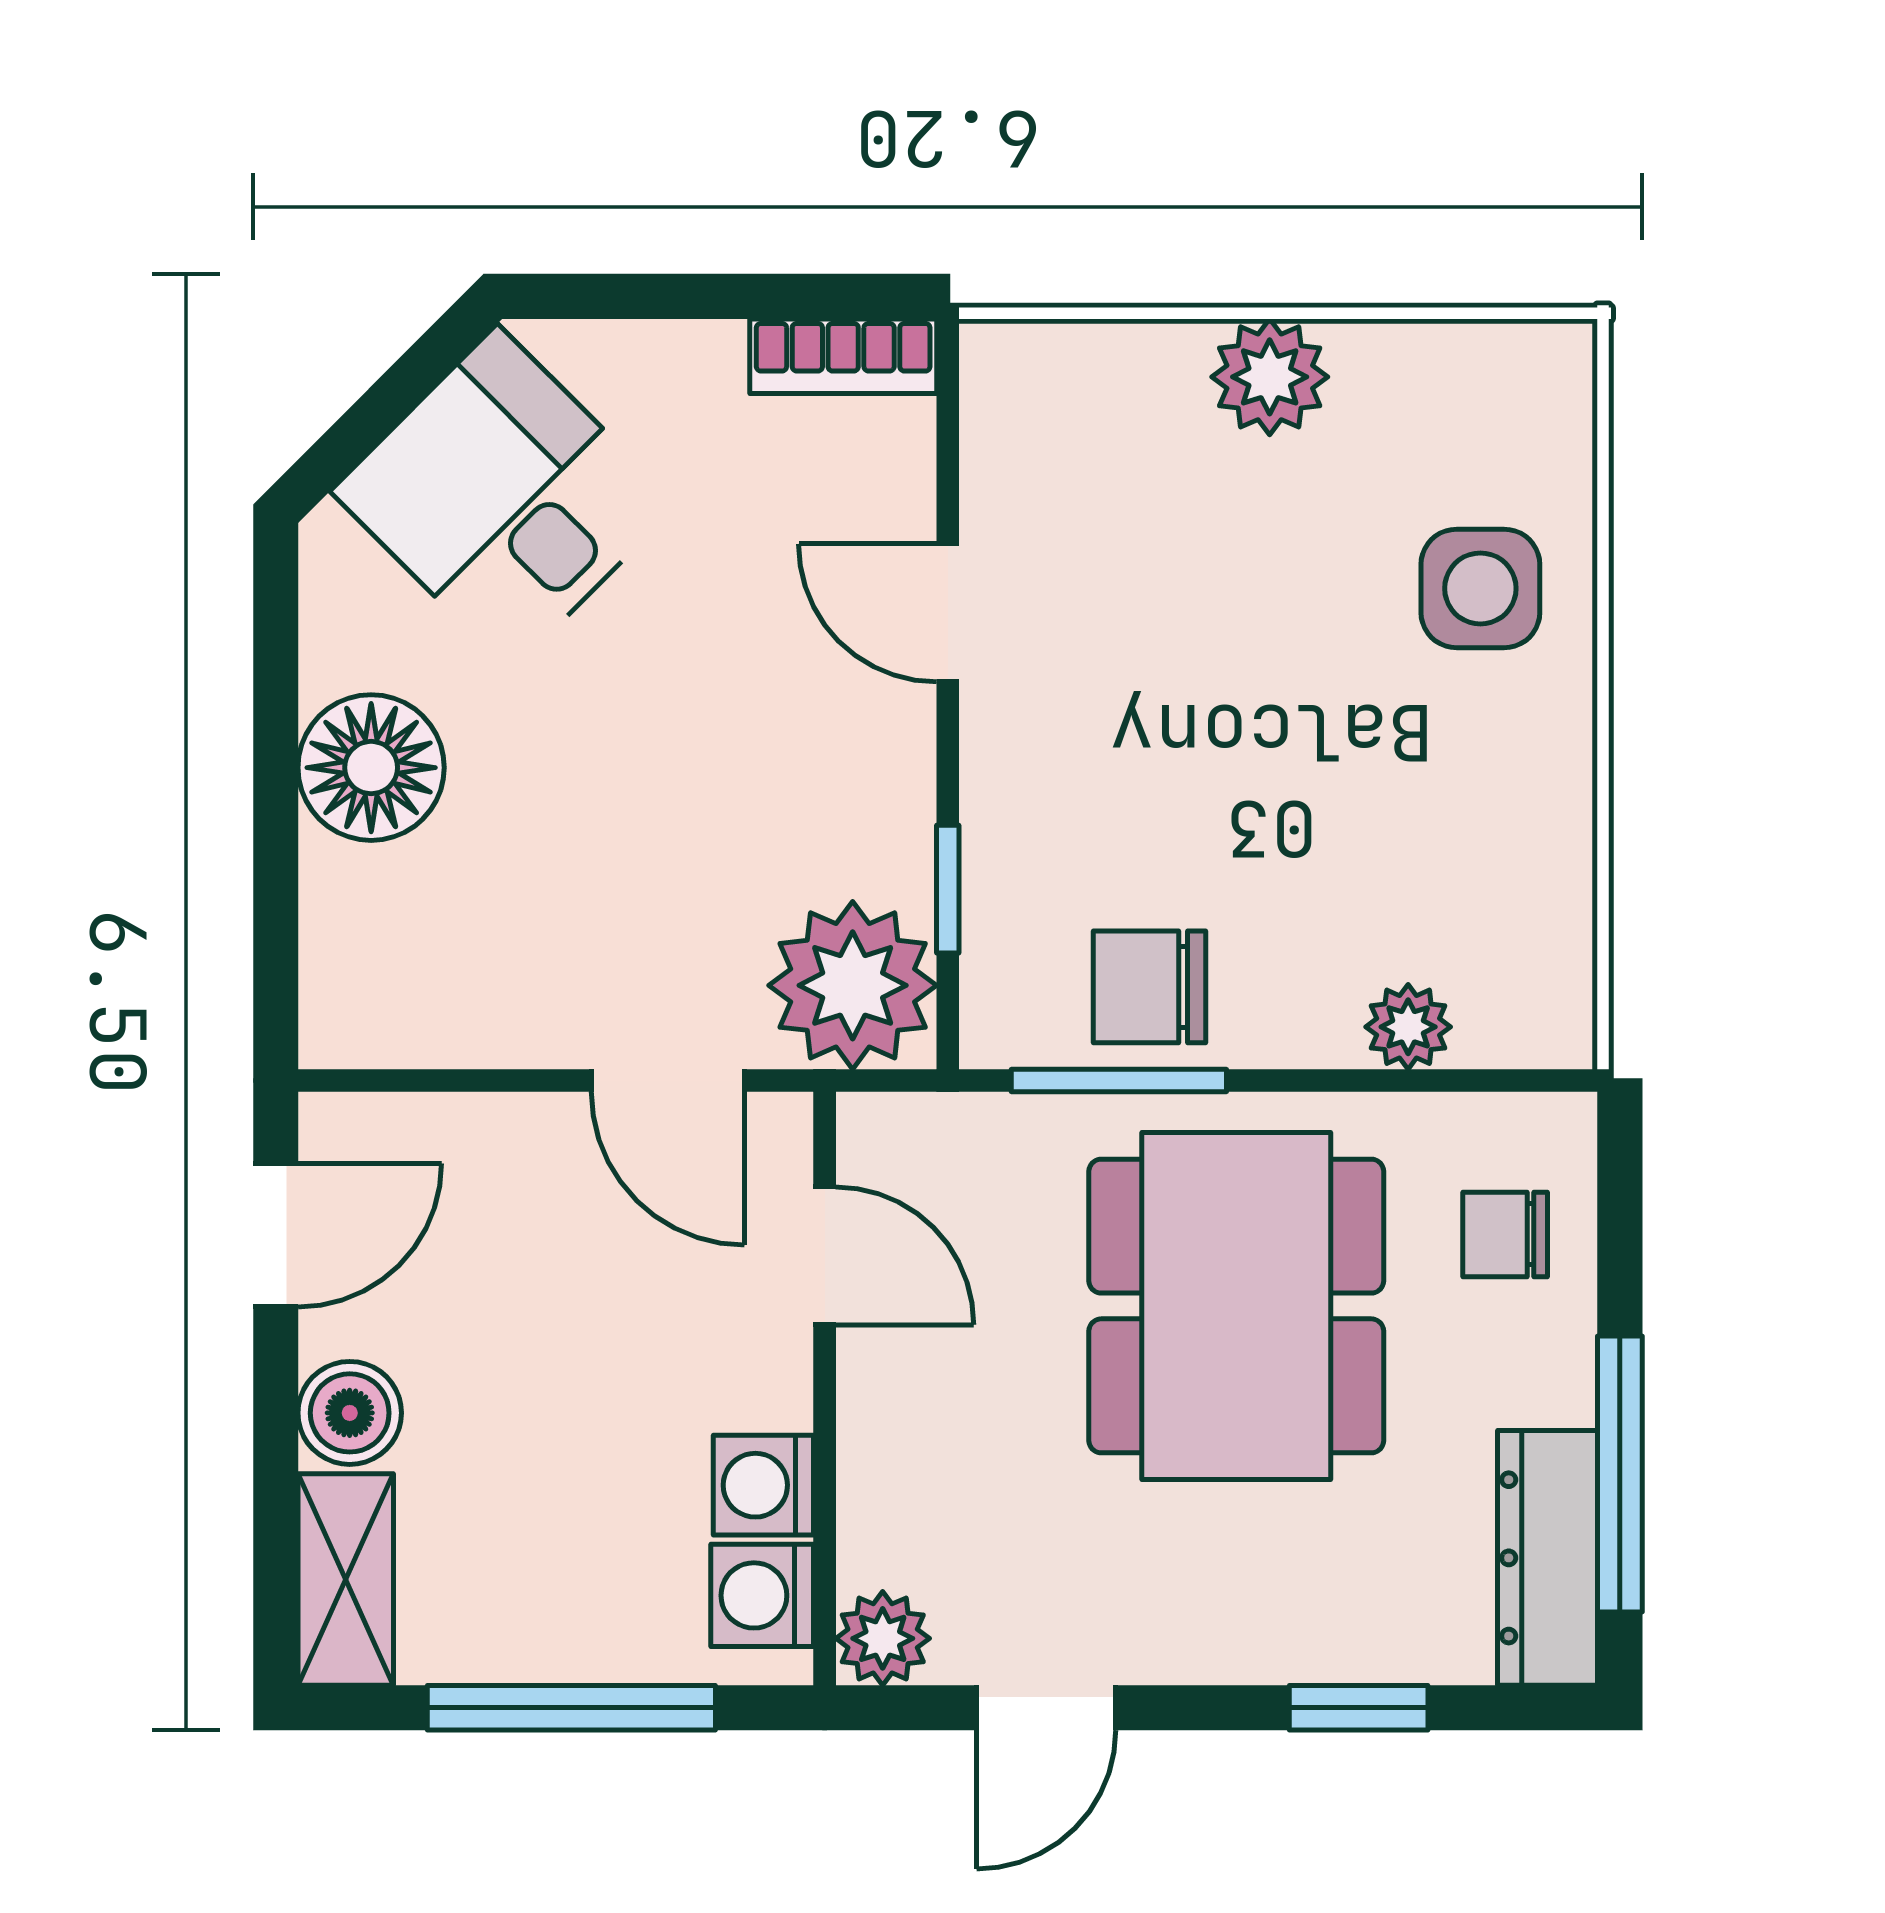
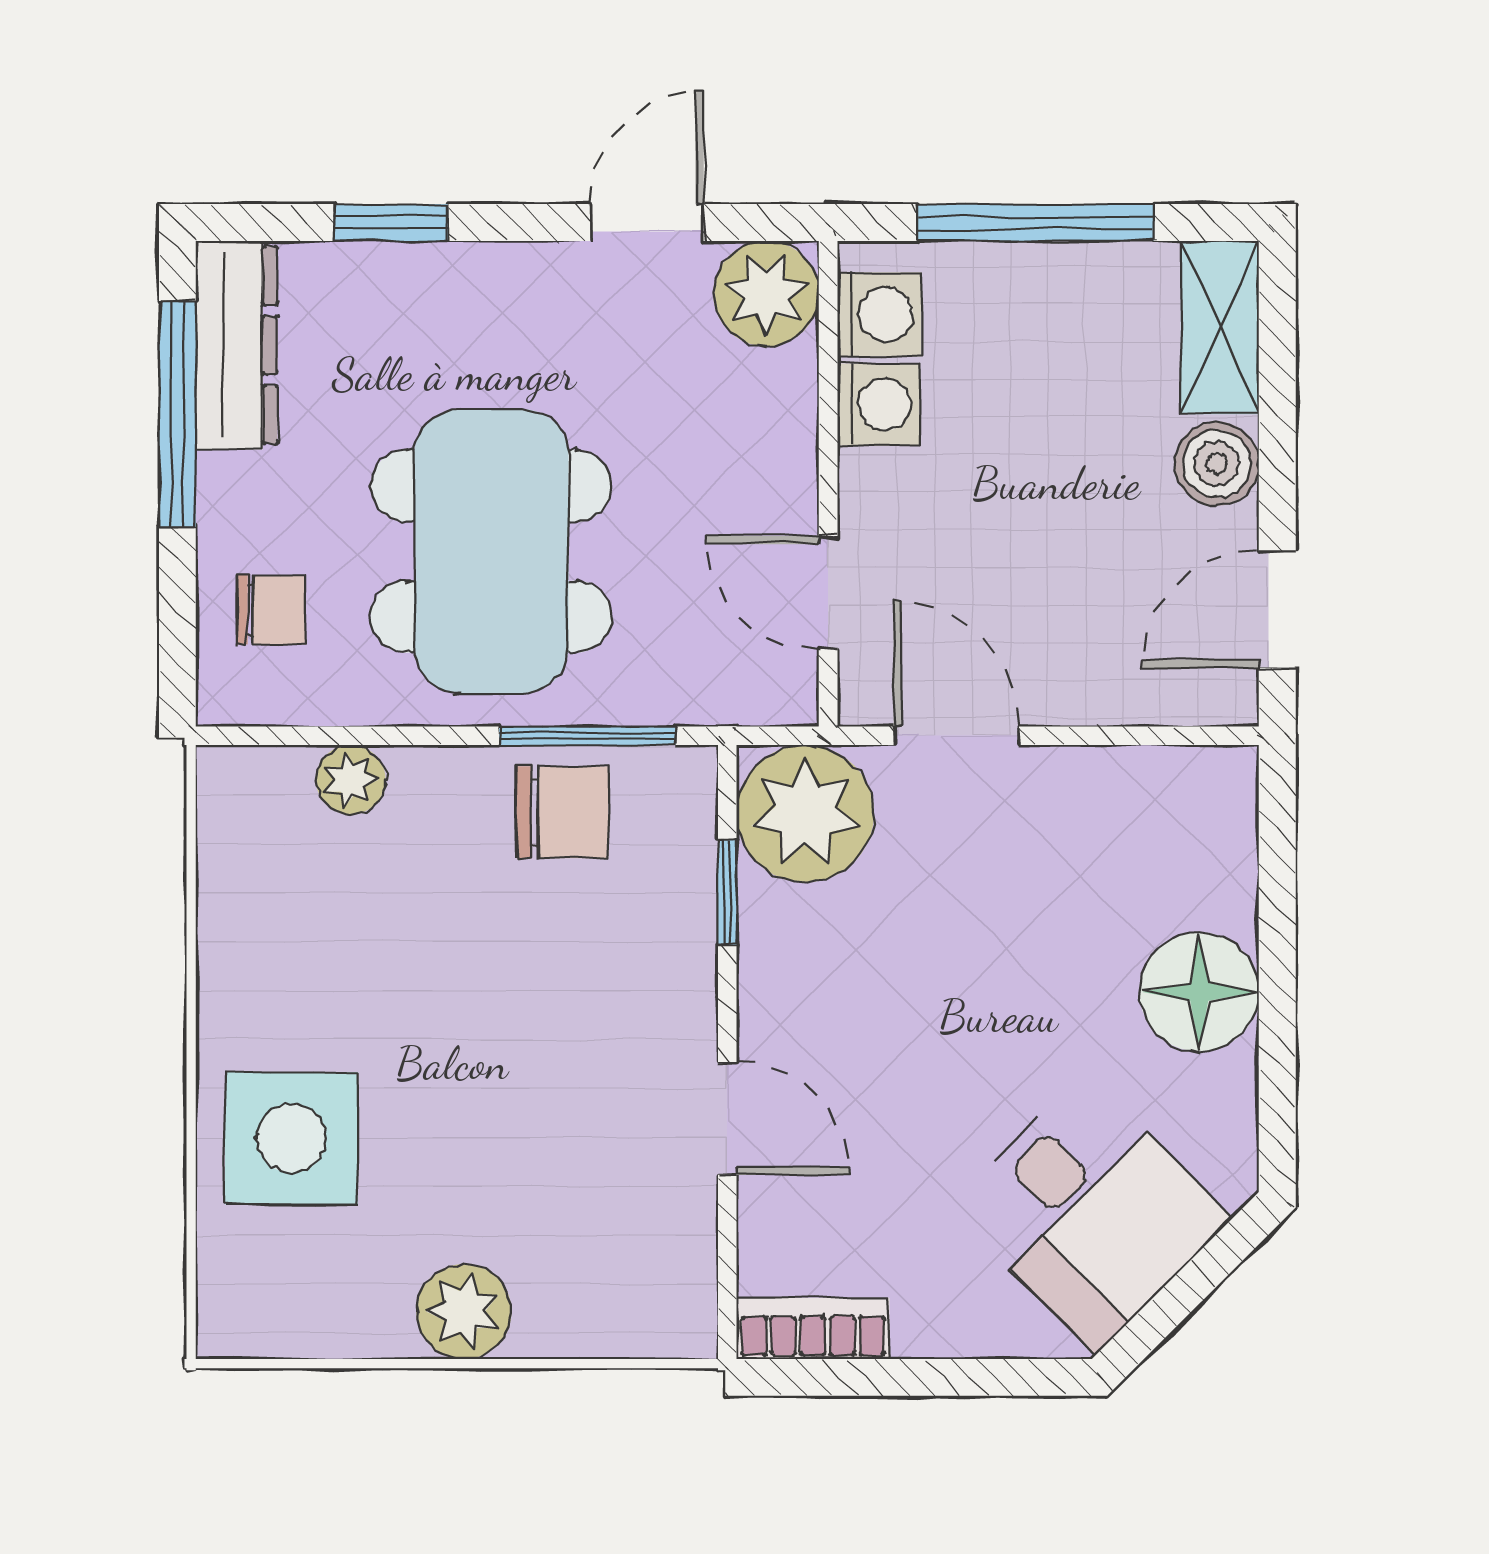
side table: (1480, 588) -> (291, 1138), width x1.37, depth x1.37
plant: (883, 1638) -> (766, 294), width x1.38, depth x1.38

